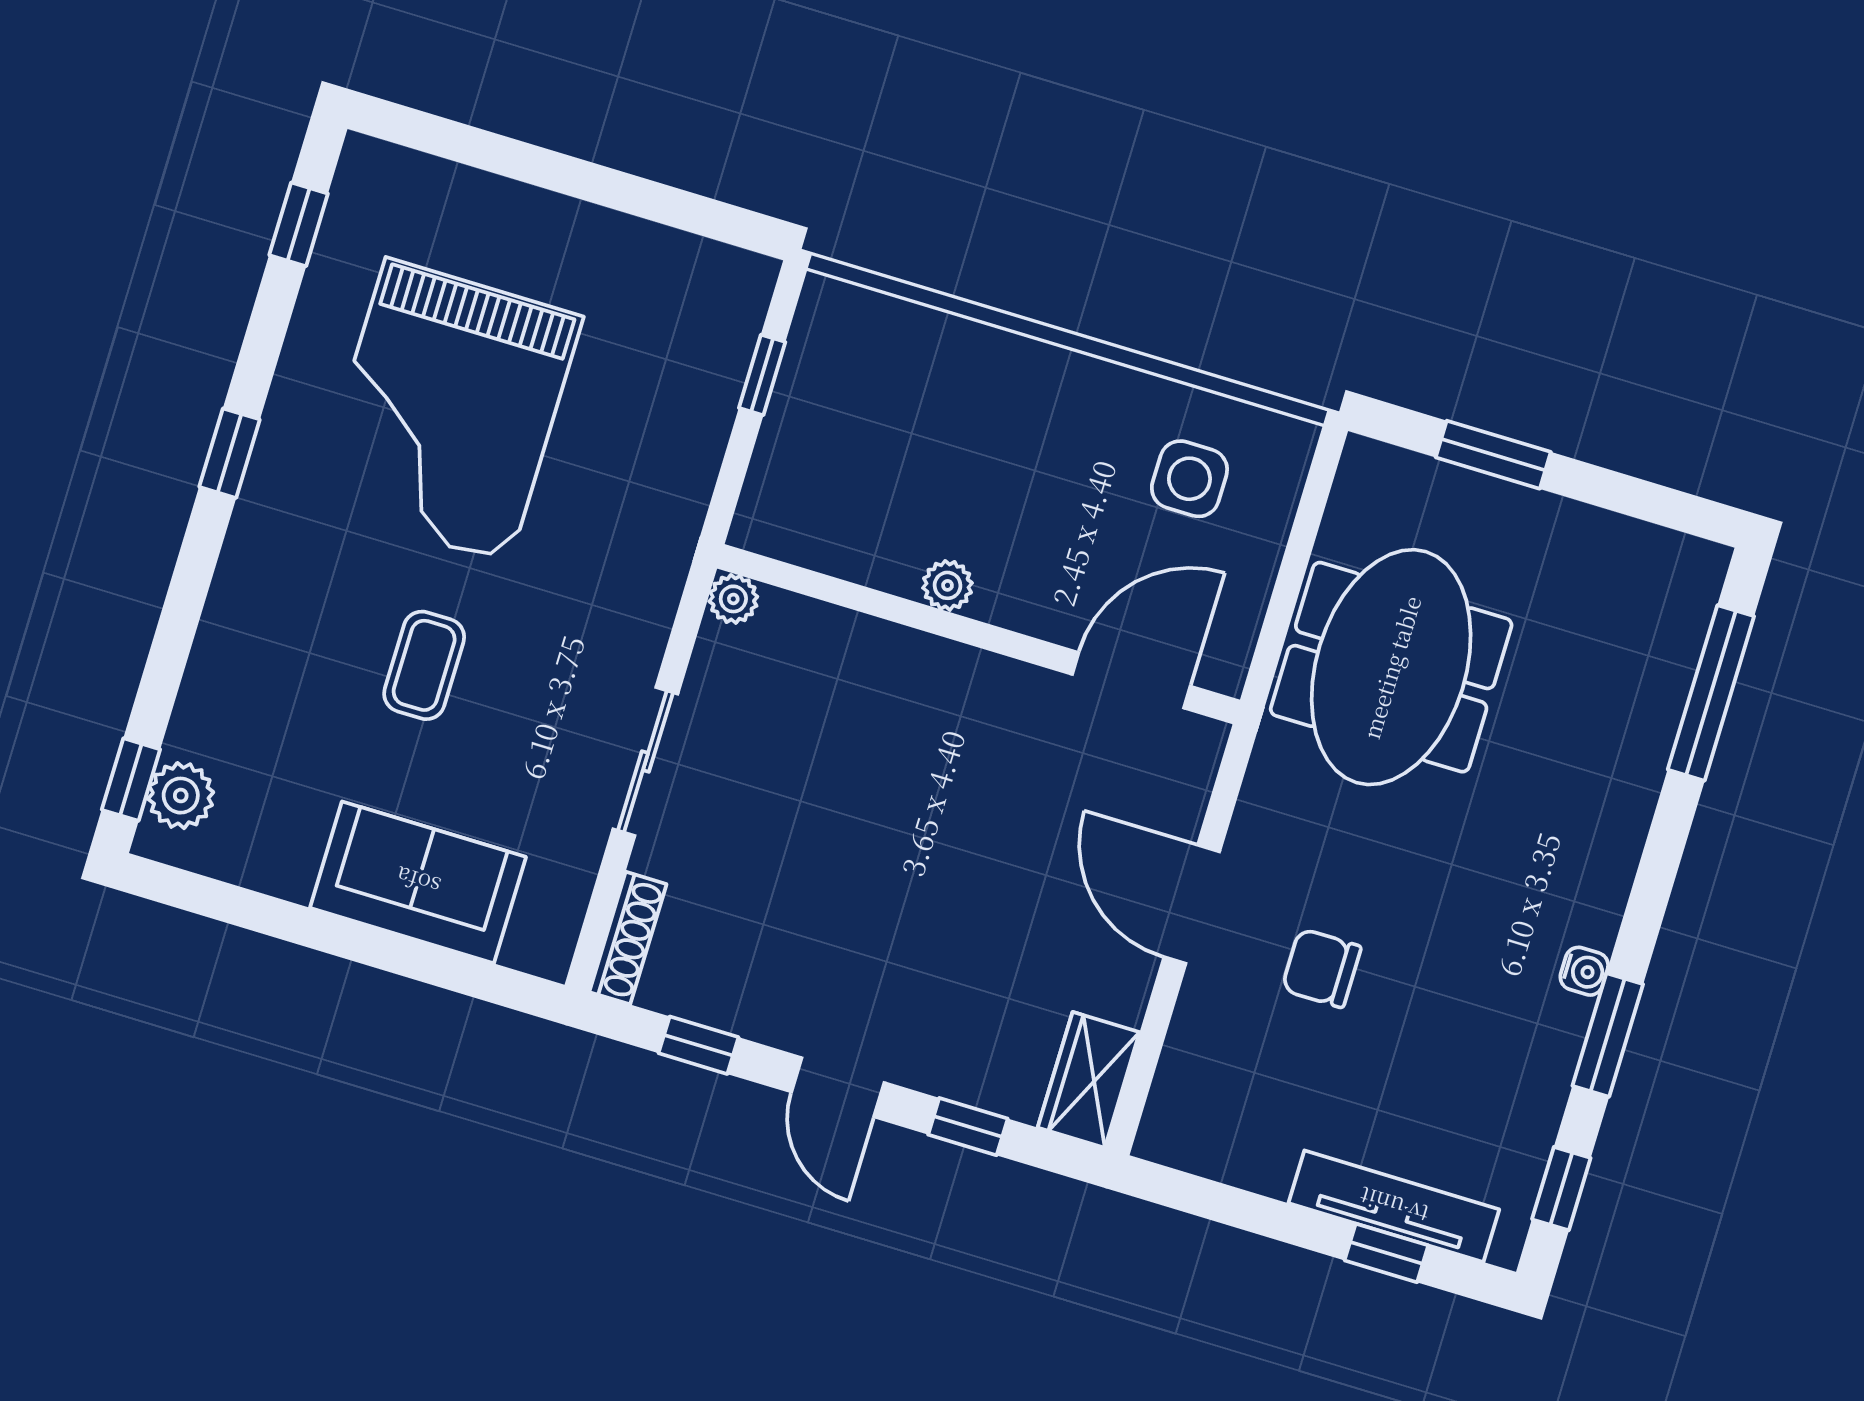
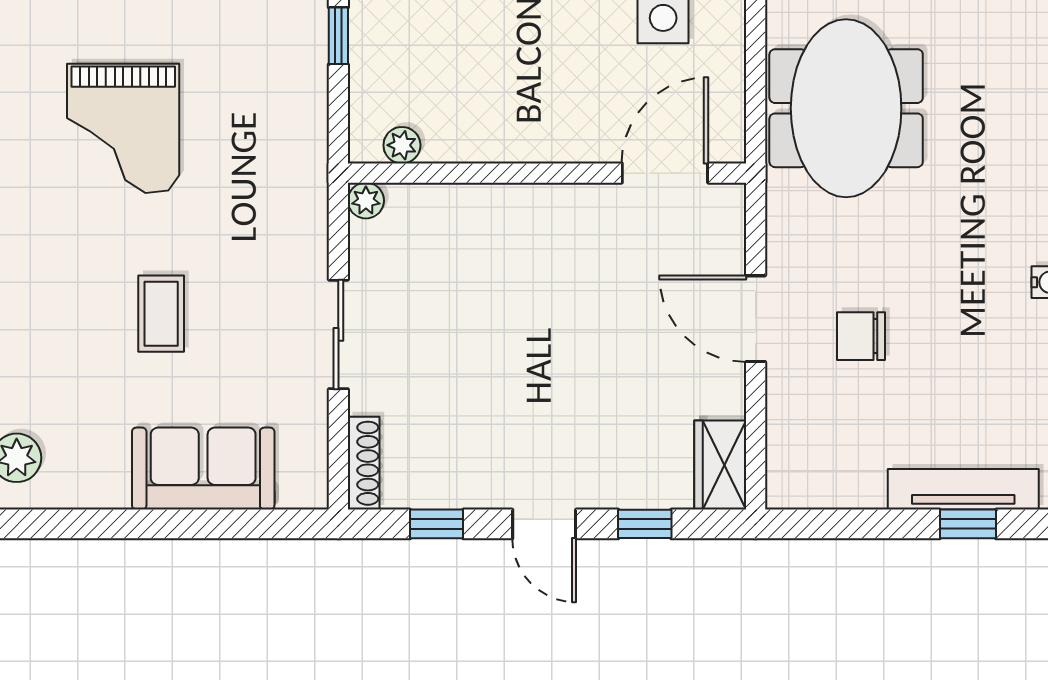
grand piano: (447, 411) -> (123, 128), width x0.73, depth x0.68
plant: (948, 585) -> (402, 145), moved

